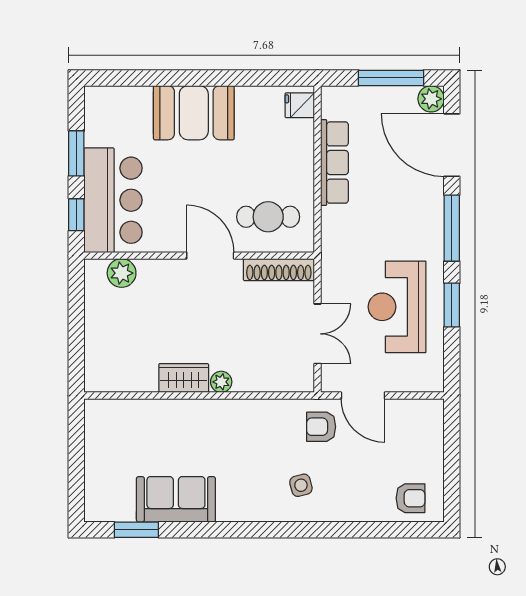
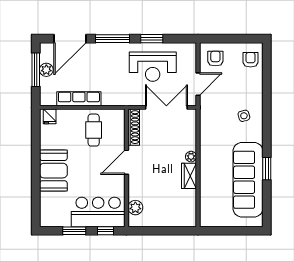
plant: (431, 99) -> (46, 70), moved
cafe table: (268, 217) -> (94, 130), moved
double door: (318, 334) -> (166, 107), width x1.37
armchair: (321, 427) -> (215, 59), moved, turned 180
sofa: (176, 499) -> (248, 180), width x1.85, depth x1.27
window: (136, 530) -> (267, 169), moved

